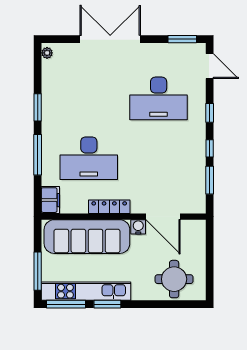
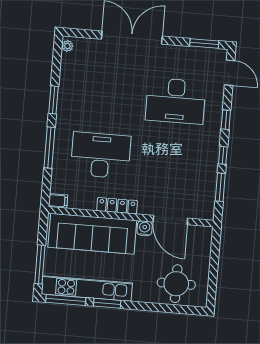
desk: (89, 158) -> (101, 155), turned 180
filing cabinet: (50, 200) -> (58, 201), width x0.50

